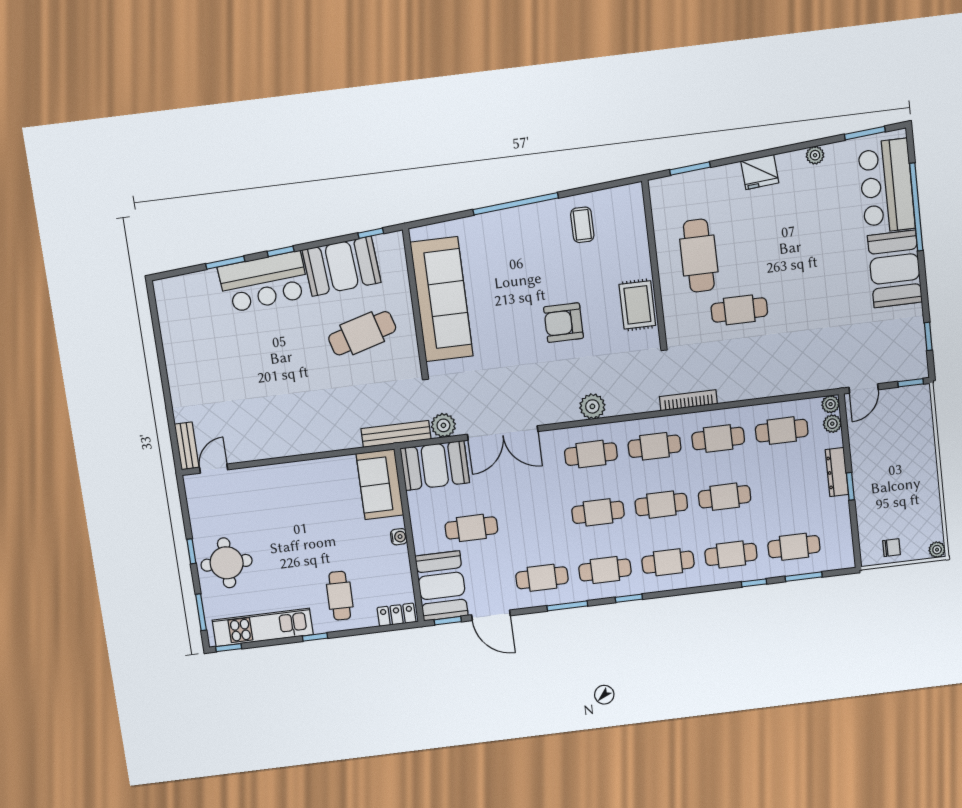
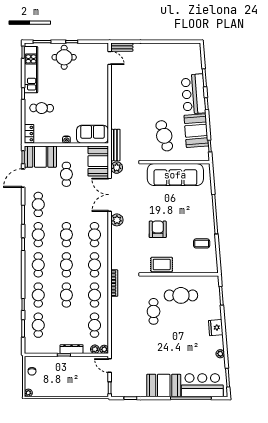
plant: (592, 406) -> (117, 220), moved

